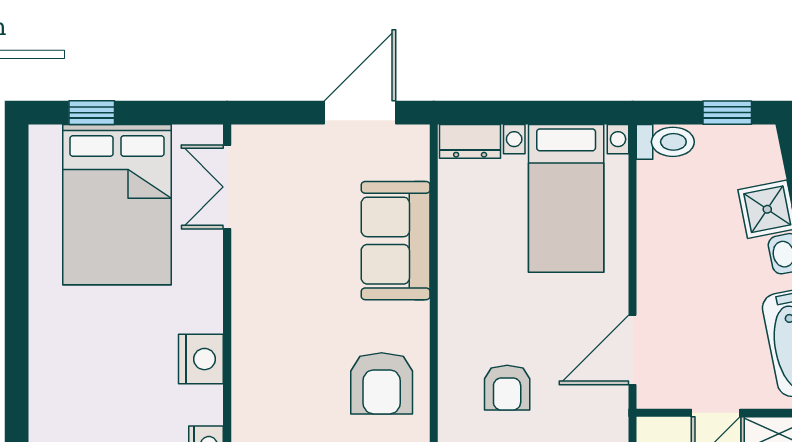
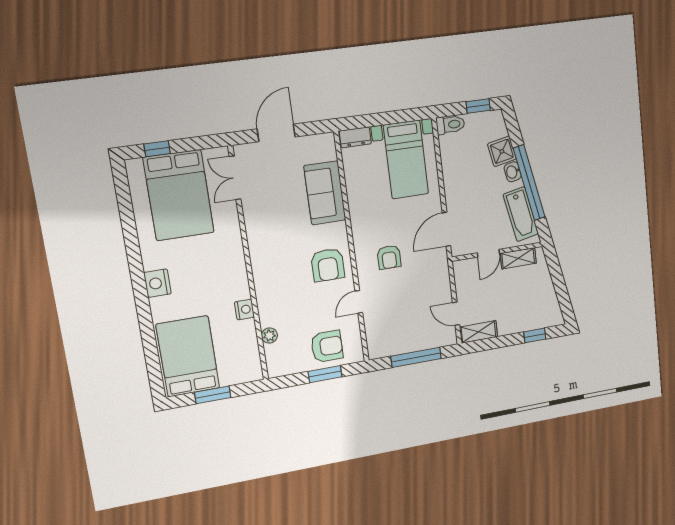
door: (360, 113) -> (276, 133), moved
nightstand: (201, 359) -> (157, 283), moved, turned 180

